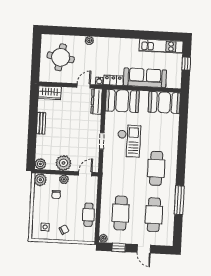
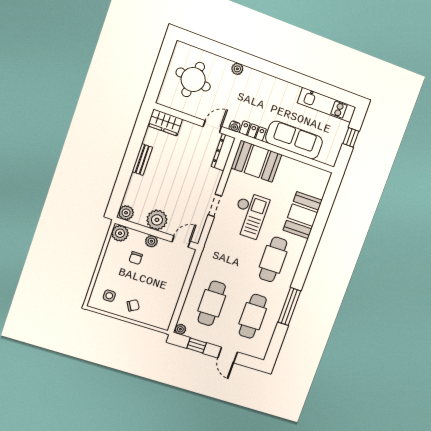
booth: (164, 102) -> (303, 215), moved, turned 90
cafe table: (88, 215) -> (170, 295), removed

